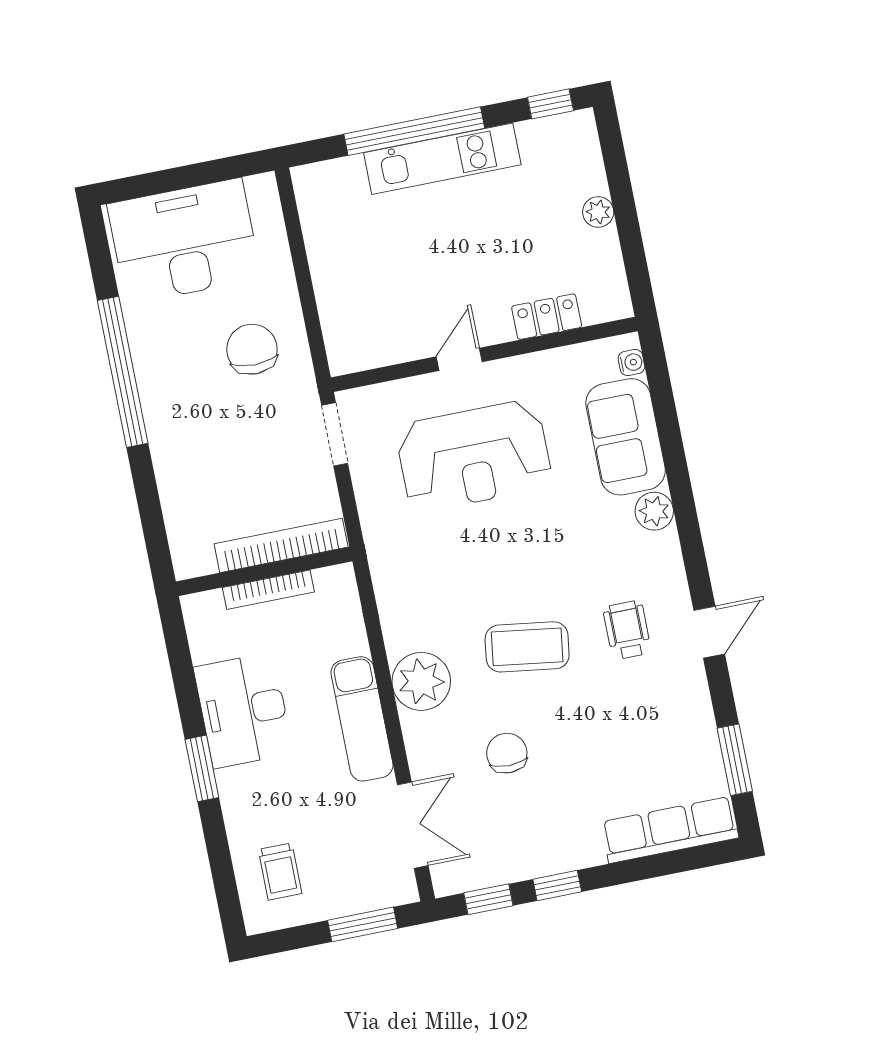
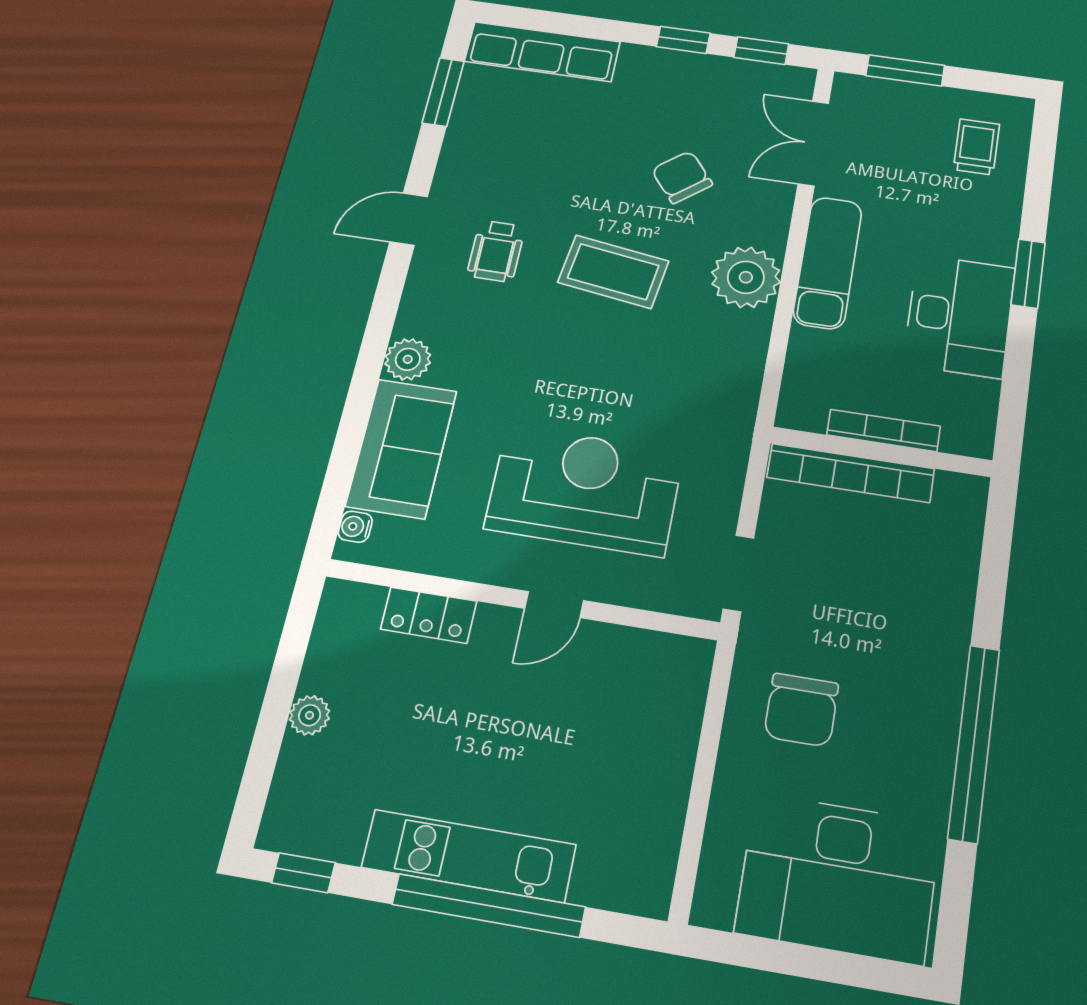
chair: (507, 753) -> (682, 177), turned 141

